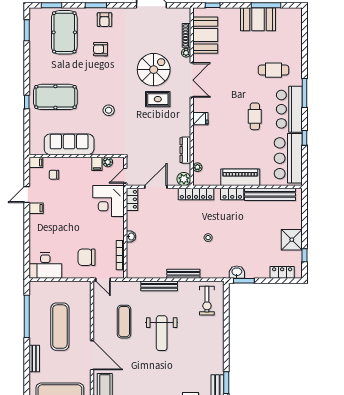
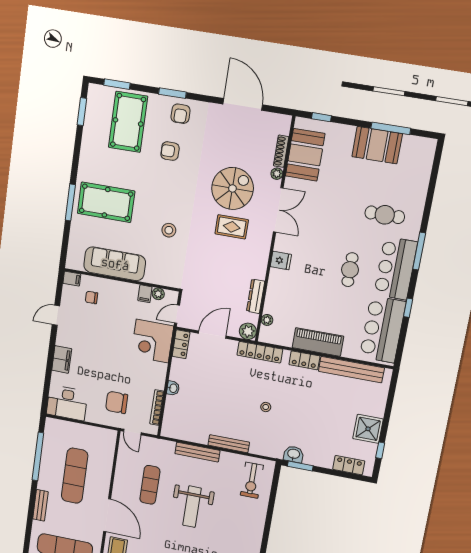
window: (27, 102) -> (70, 202), width x2.17
filing cabinet: (36, 208) -> (62, 359), moved, width x2.00

